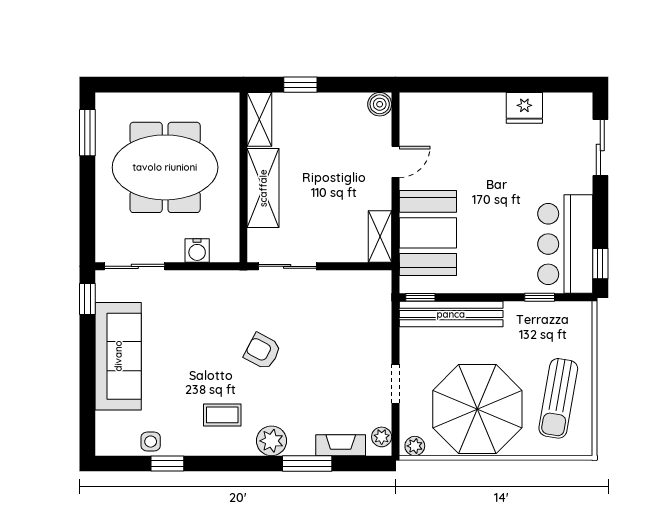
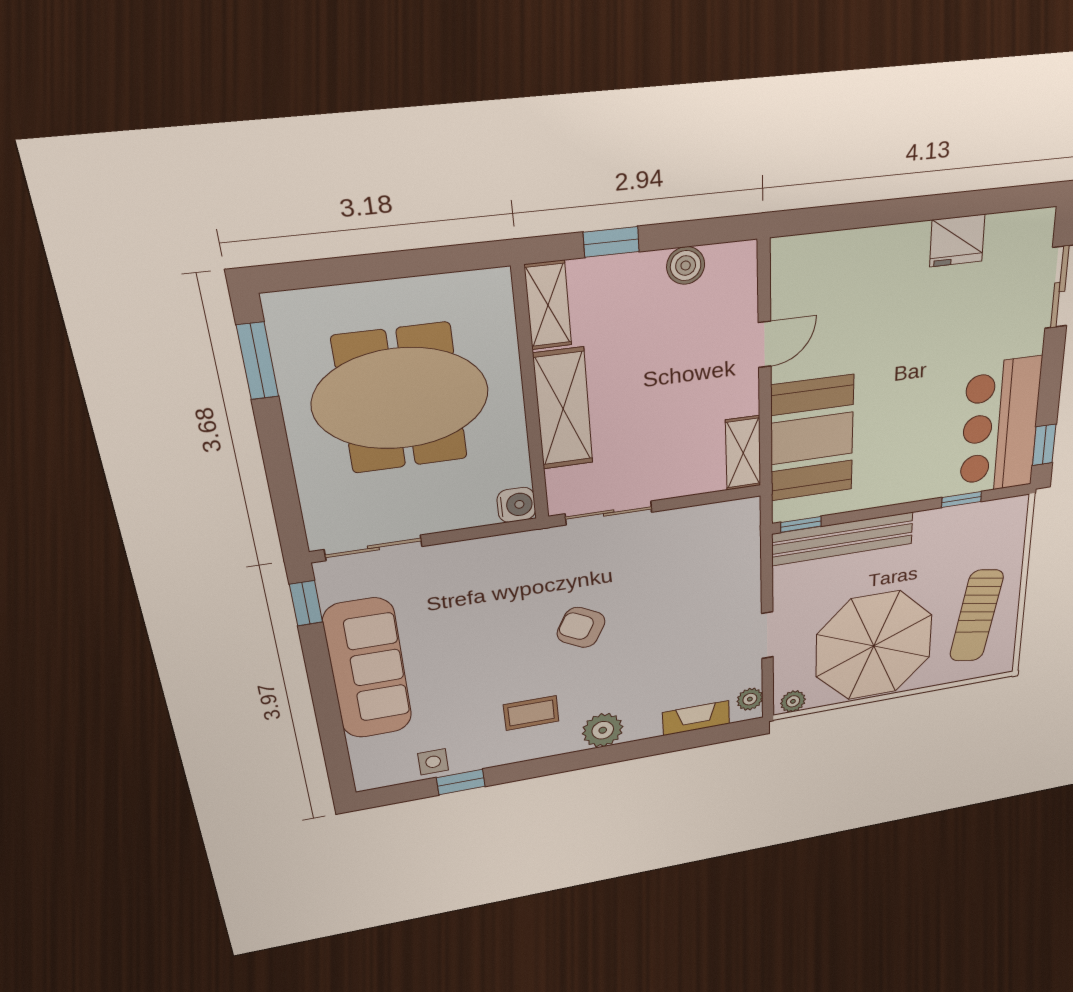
boiler: (380, 104) -> (686, 265), moved
water cooler: (197, 251) -> (516, 505), moved, turned -90
window: (307, 463) -> (652, 746), removed

